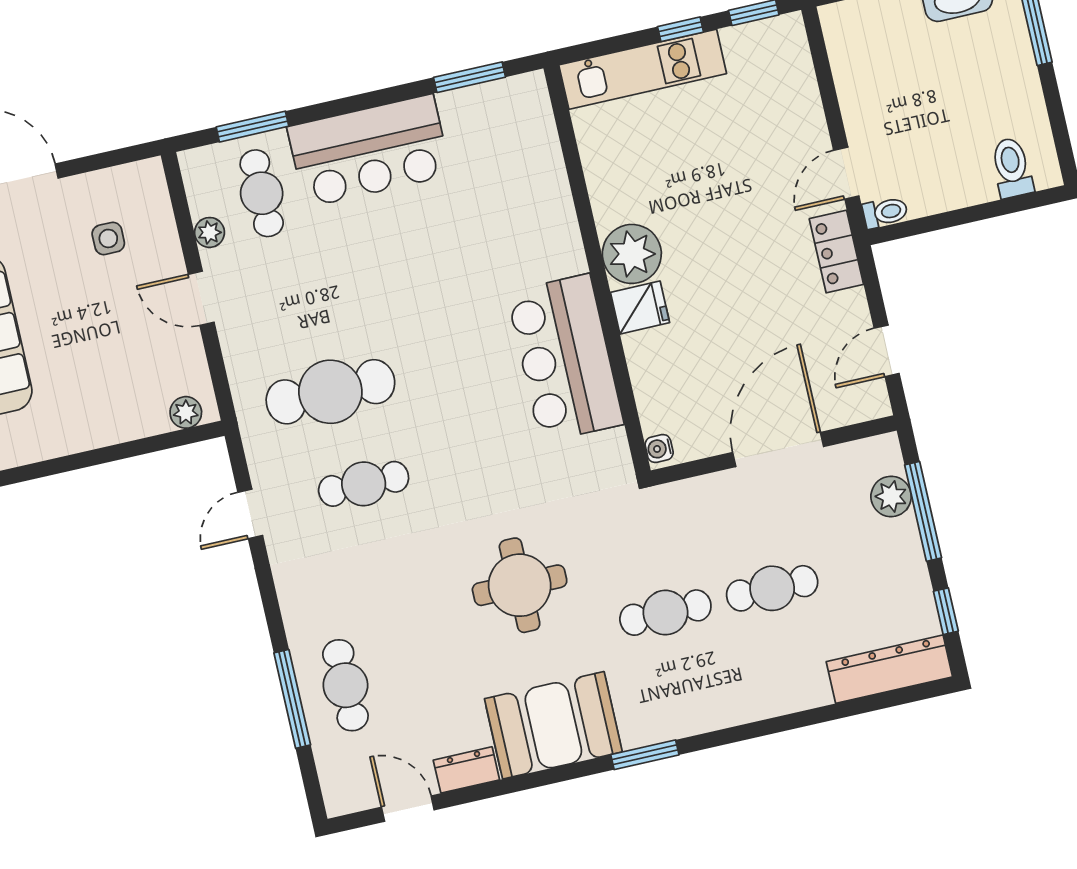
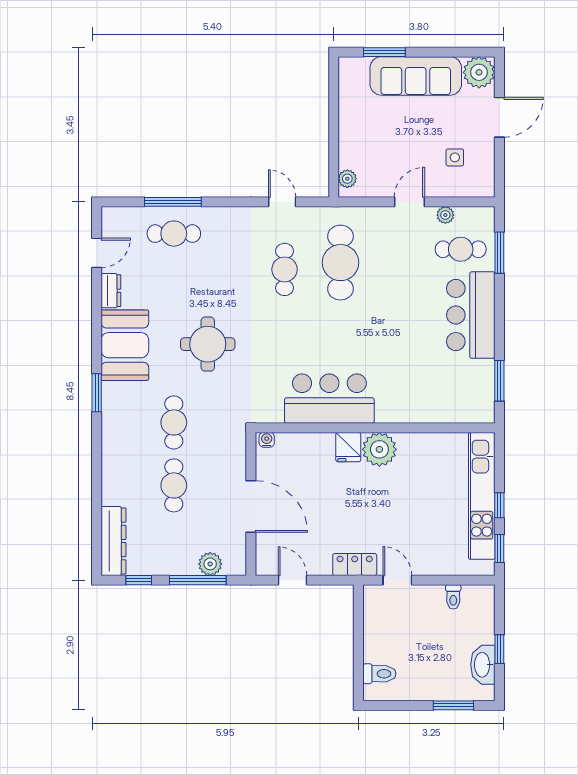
kitchen unit: (643, 69) -> (482, 496), width x1.36
toilet: (885, 212) -> (453, 597), moved

